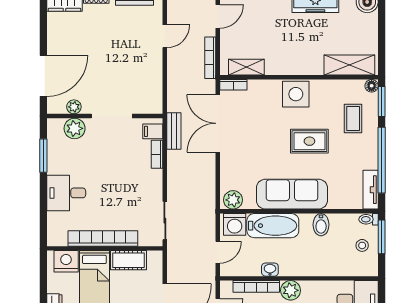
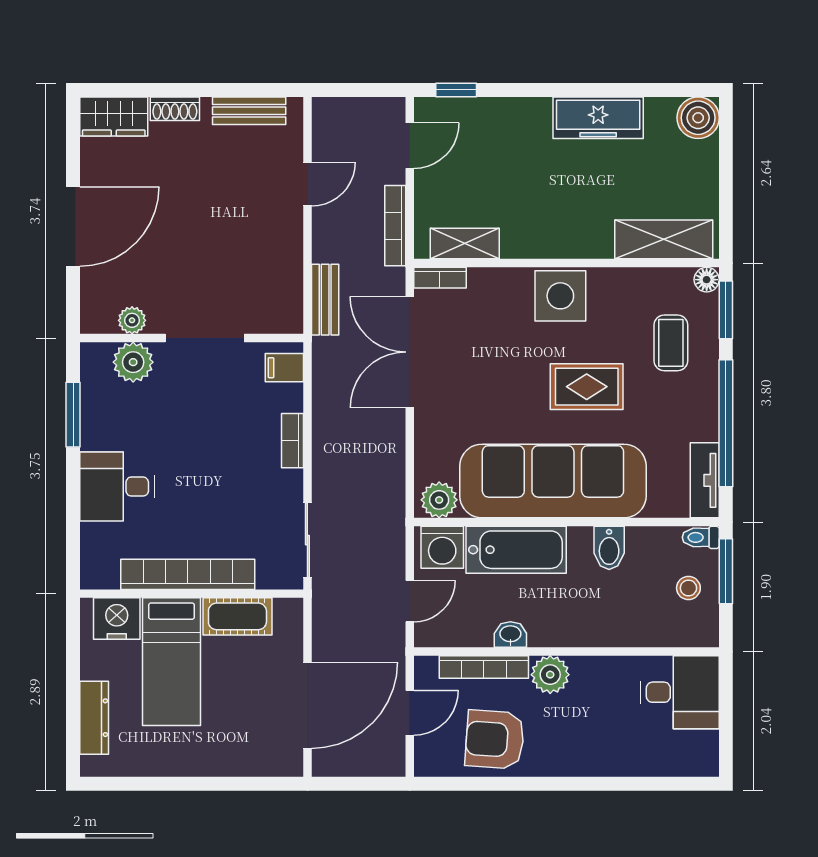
door: (43, 76) -> (73, 227), moved
bench: (174, 131) -> (325, 300), moved
bookcase: (157, 154) -> (292, 441), moved
sofa: (292, 194) -> (553, 481), width x1.36, depth x1.27

